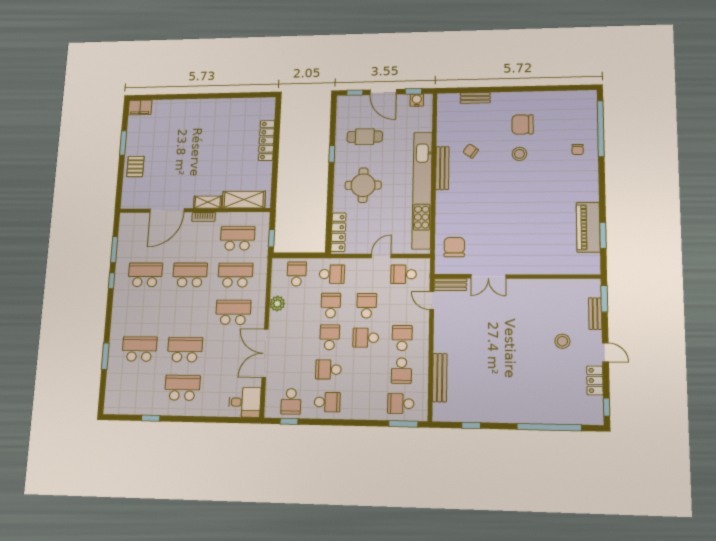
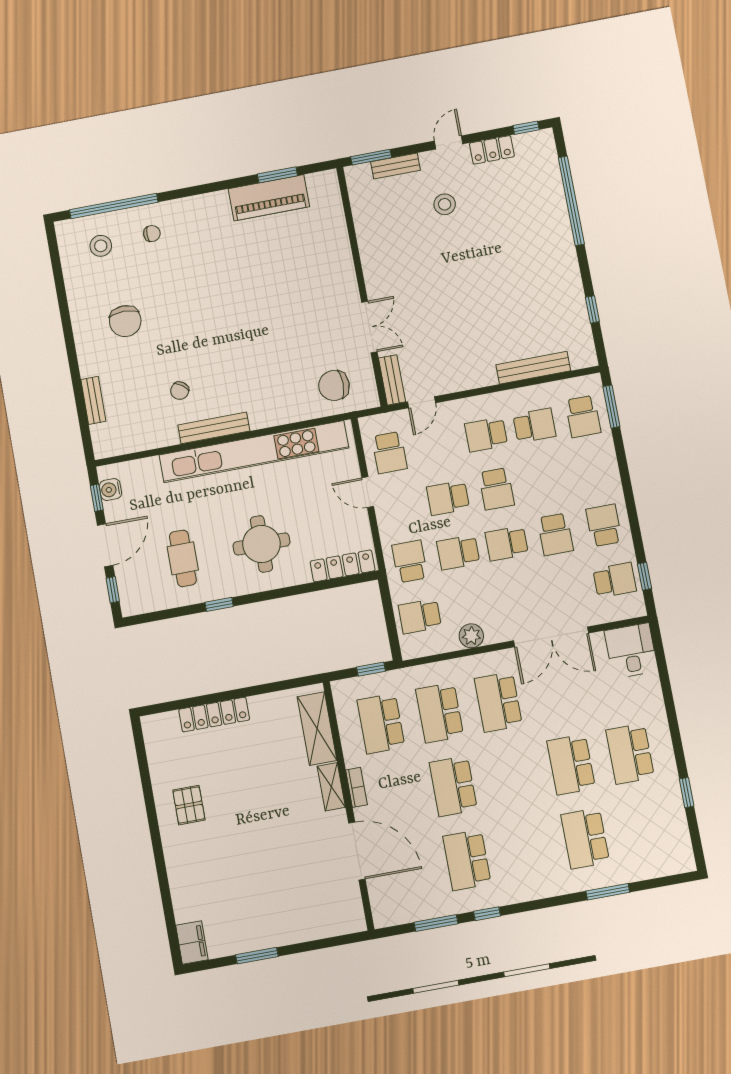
stool: (519, 154) -> (101, 246), moved
pallet: (135, 166) -> (189, 805), moved, turned 90

